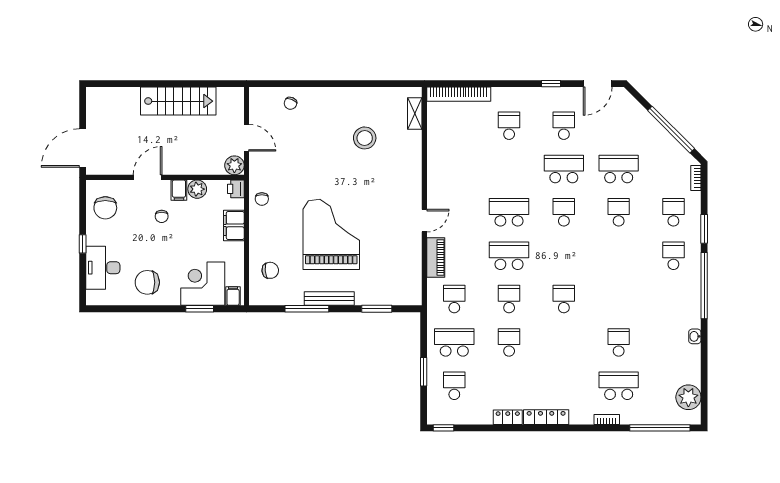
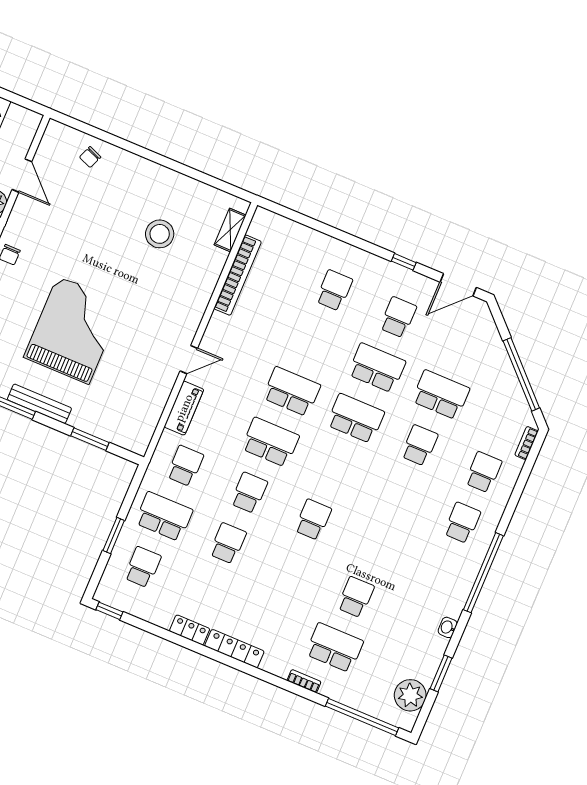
bookcase: (459, 94) -> (238, 275), moved, turned -90
school desk: (564, 212) -> (356, 418), width x1.85
window: (704, 229) -> (441, 673), moved

